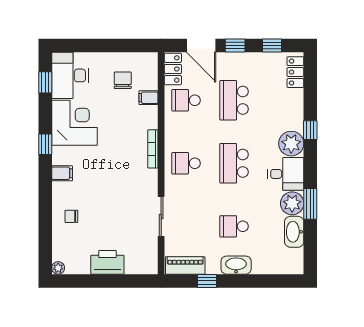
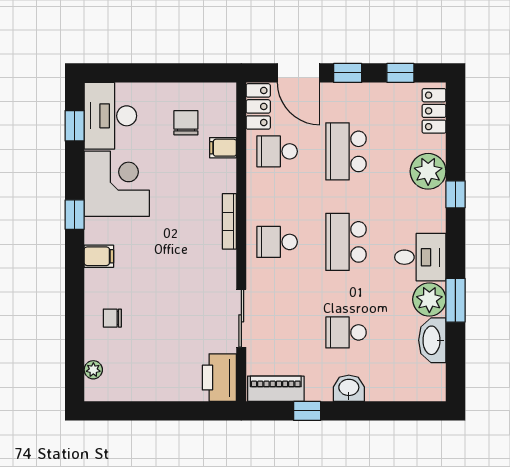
plant: (291, 144) -> (428, 171), moved
printer: (107, 262) -> (219, 378), moved, turned -90
washbasin: (236, 265) -> (349, 388), width x0.72
plant: (58, 268) -> (93, 370), moved

